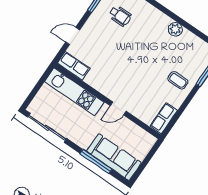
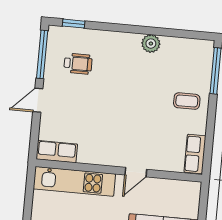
door: (73, 36) -> (38, 100), moved

